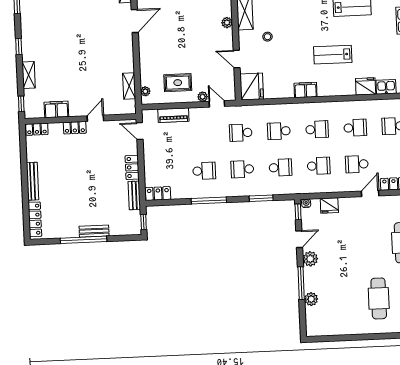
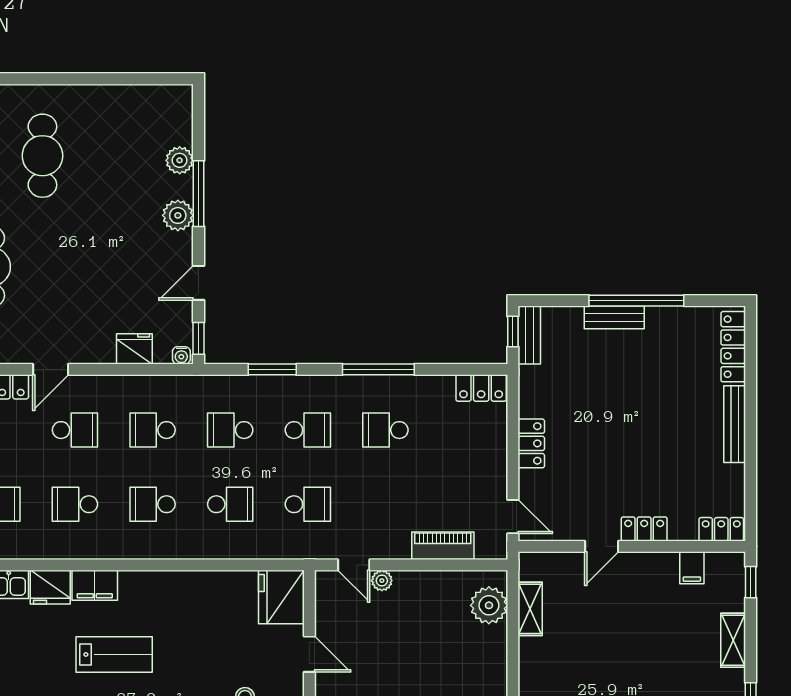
rug: (178, 83) -> (431, 611), removed
filing cabinet: (306, 90) -> (95, 585), moved
plant: (145, 91) -> (489, 605), width x1.87, depth x1.87
filing cabinet: (56, 109) -> (692, 568), width x0.50
bench: (134, 195) -> (529, 335), moved
plant: (310, 259) -> (178, 215), moved

